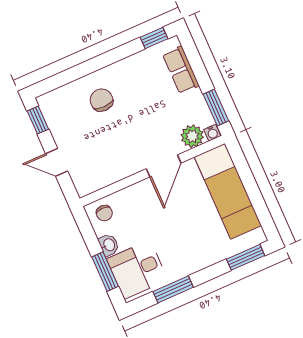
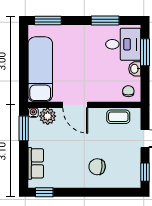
chair: (101, 100) -> (97, 167), turned 95
door: (164, 166) -> (75, 105), swing flipped
coffee table: (103, 175) -> (118, 117), added

